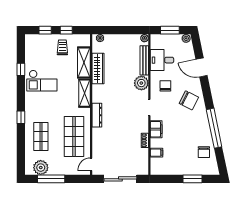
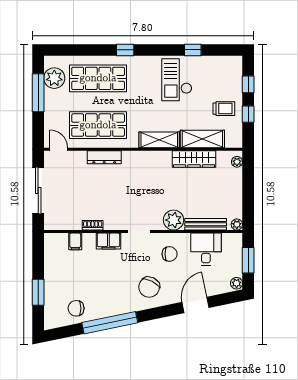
dresser: (97, 115) -> (104, 157), moved
shop shelf: (41, 136) -> (98, 78), width x1.43, depth x1.36

